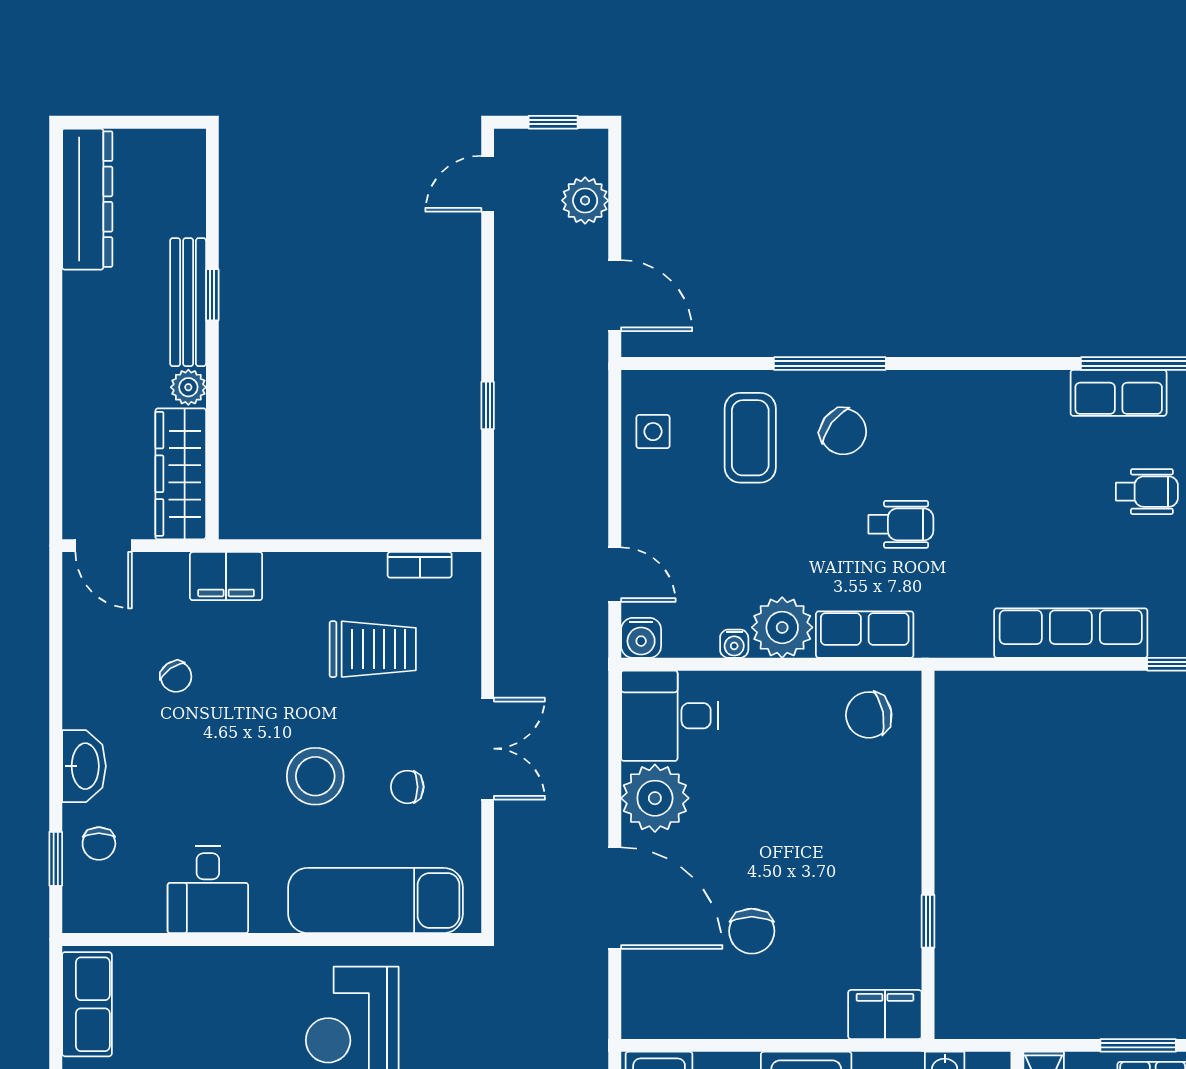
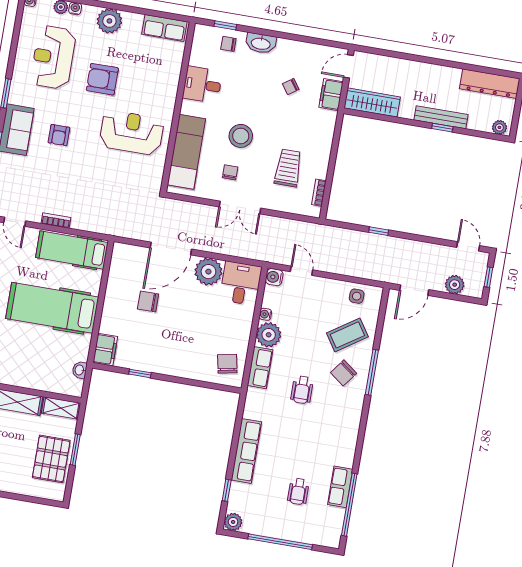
plant: (188, 387) -> (499, 127), moved
coffee table: (750, 438) -> (347, 335), turned -34
door: (615, 575) -> (301, 271), swing flipped
filing cabinet: (226, 576) -> (331, 95), moved
trolley: (373, 649) -> (288, 168), turned 180

